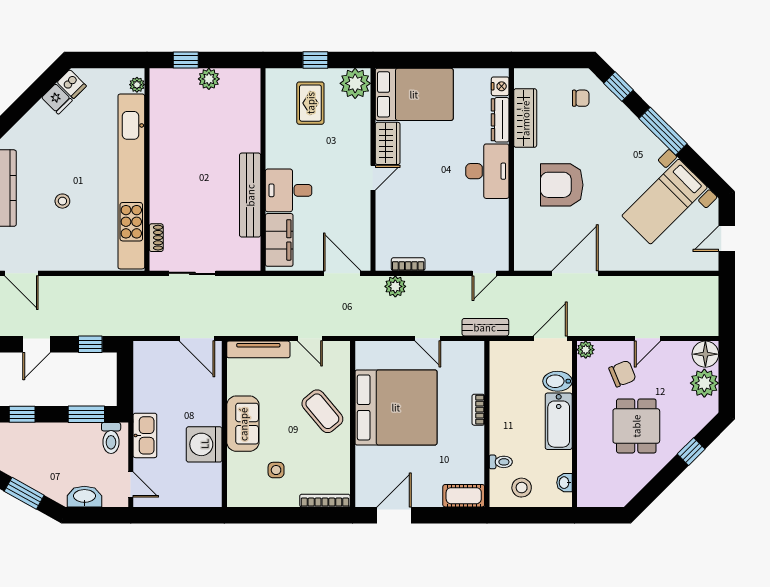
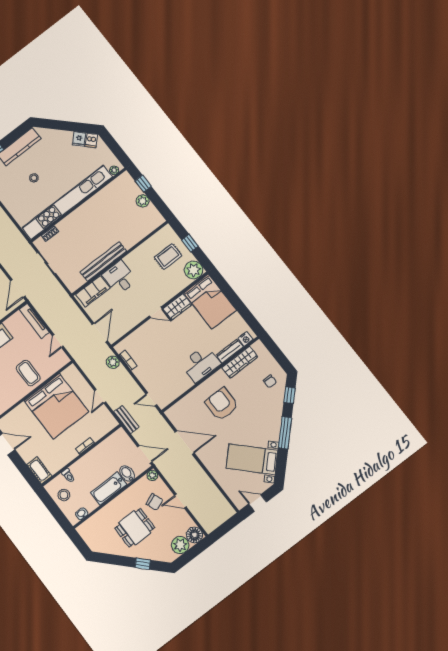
coffee table: (322, 411) -> (28, 373), turned -50

